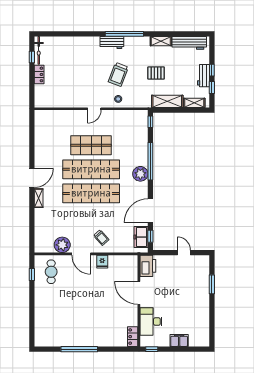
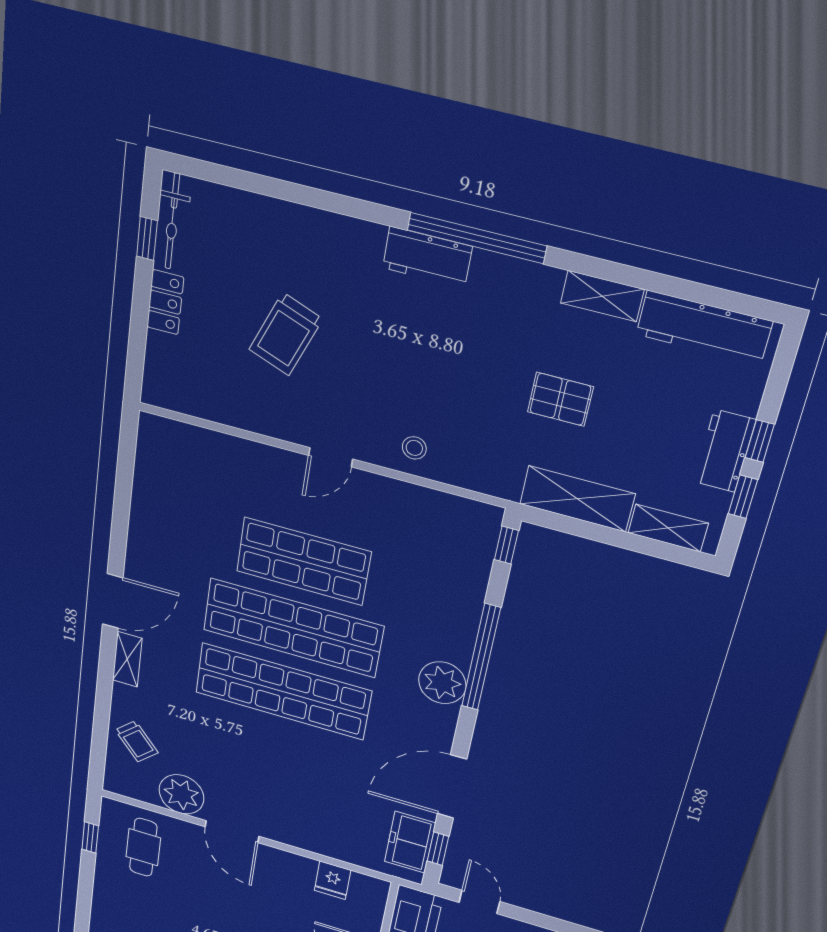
trolley: (118, 74) -> (286, 334), moved
trolley: (101, 238) -> (137, 741), moved
door: (184, 253) -> (479, 902), moved
fridge: (102, 262) -> (333, 880), moved

